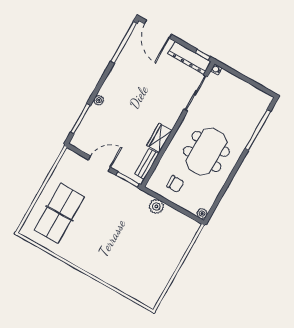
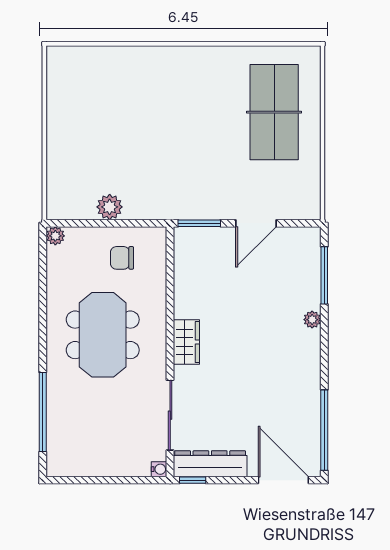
wardrobe: (159, 138) -> (186, 342), moved
bench: (147, 164) -> (183, 264), removed
plant: (156, 206) -> (110, 207), moved

